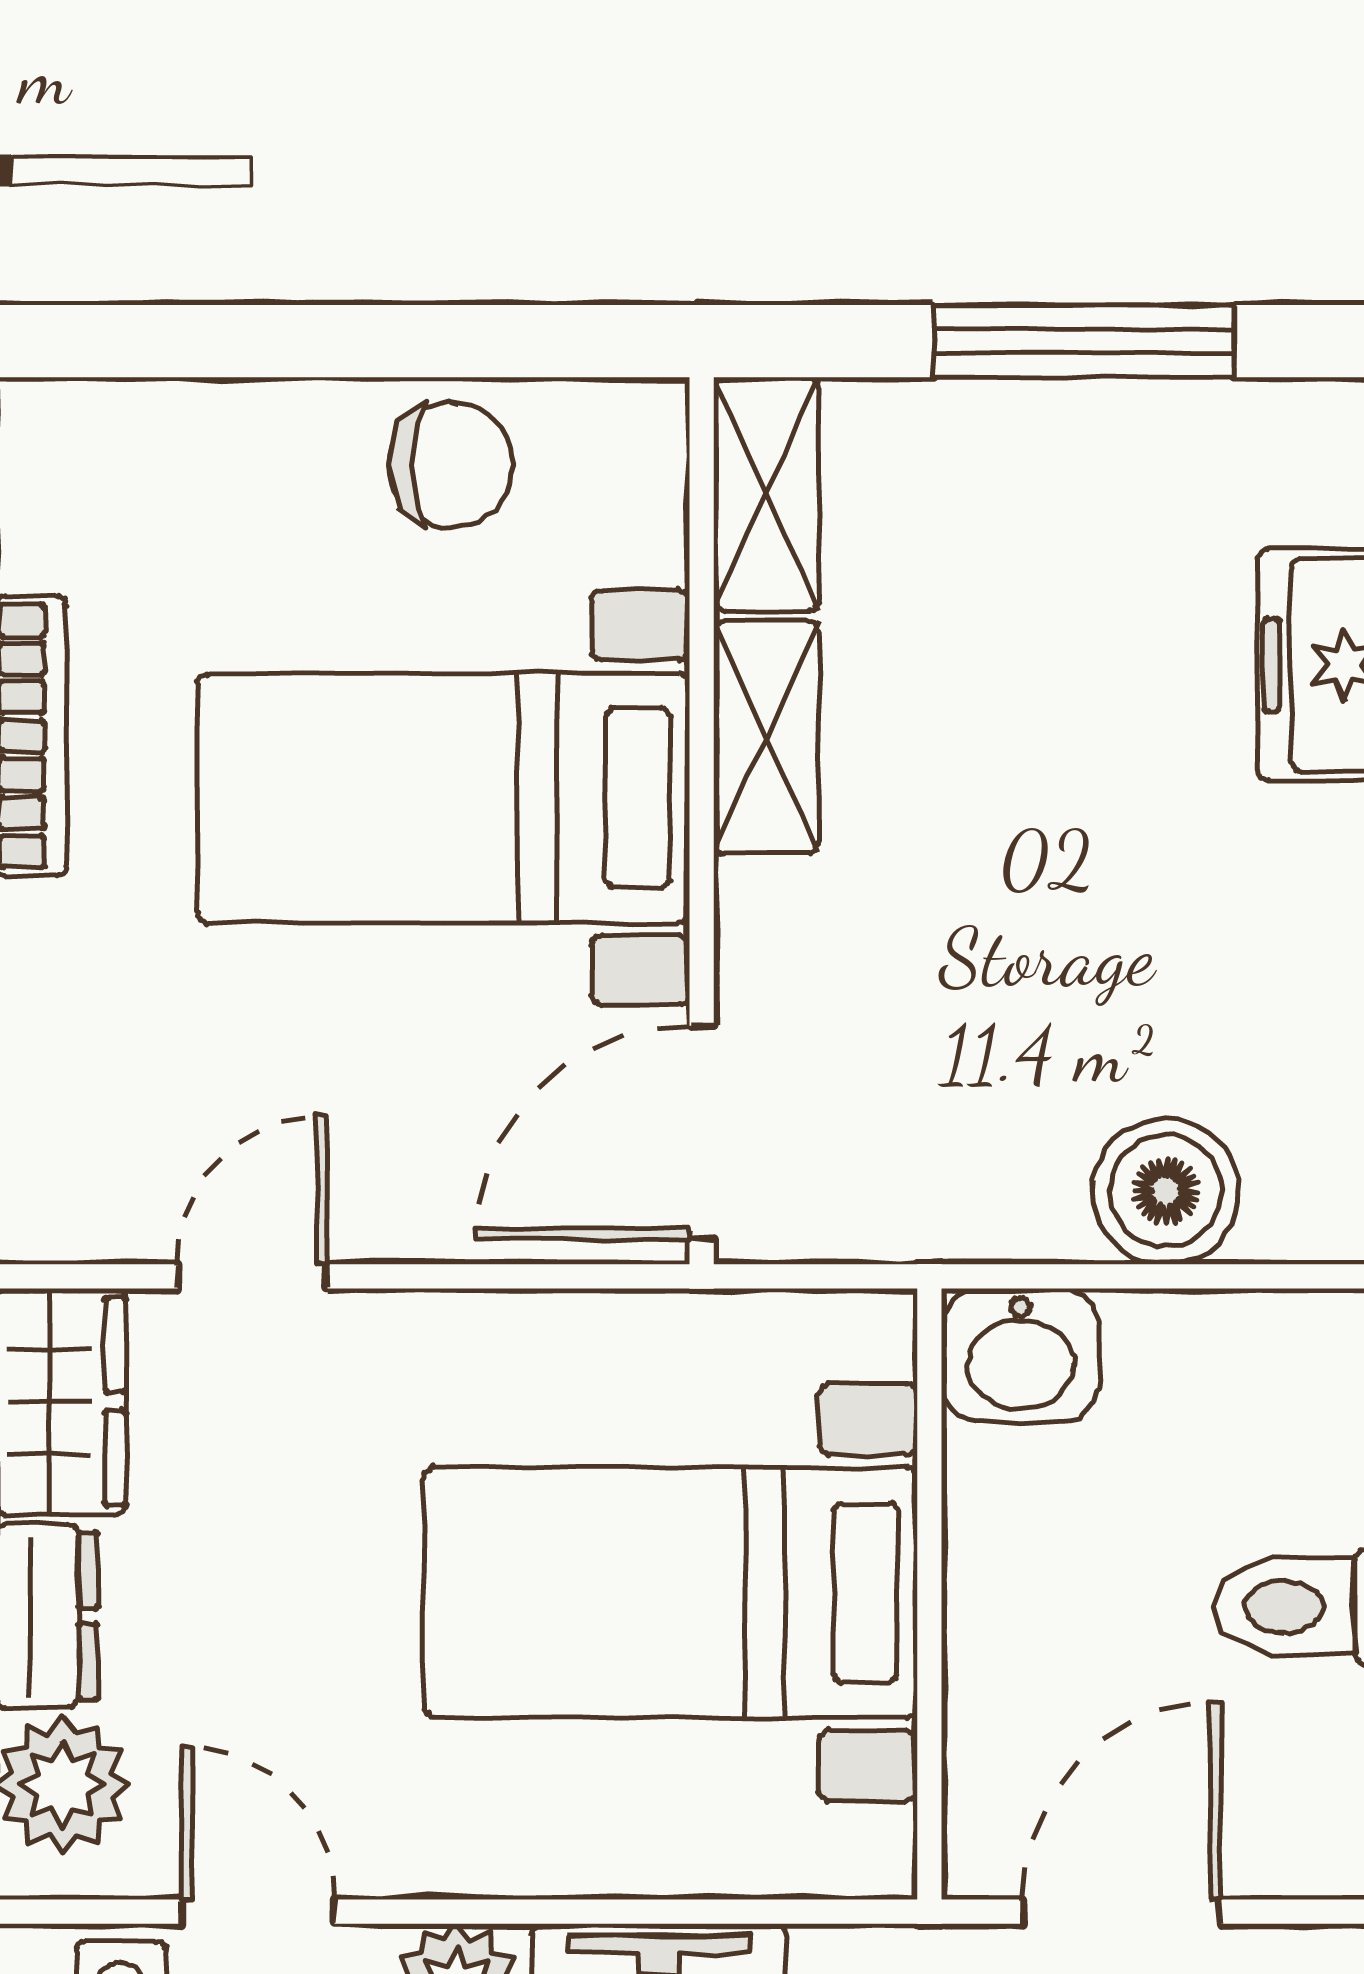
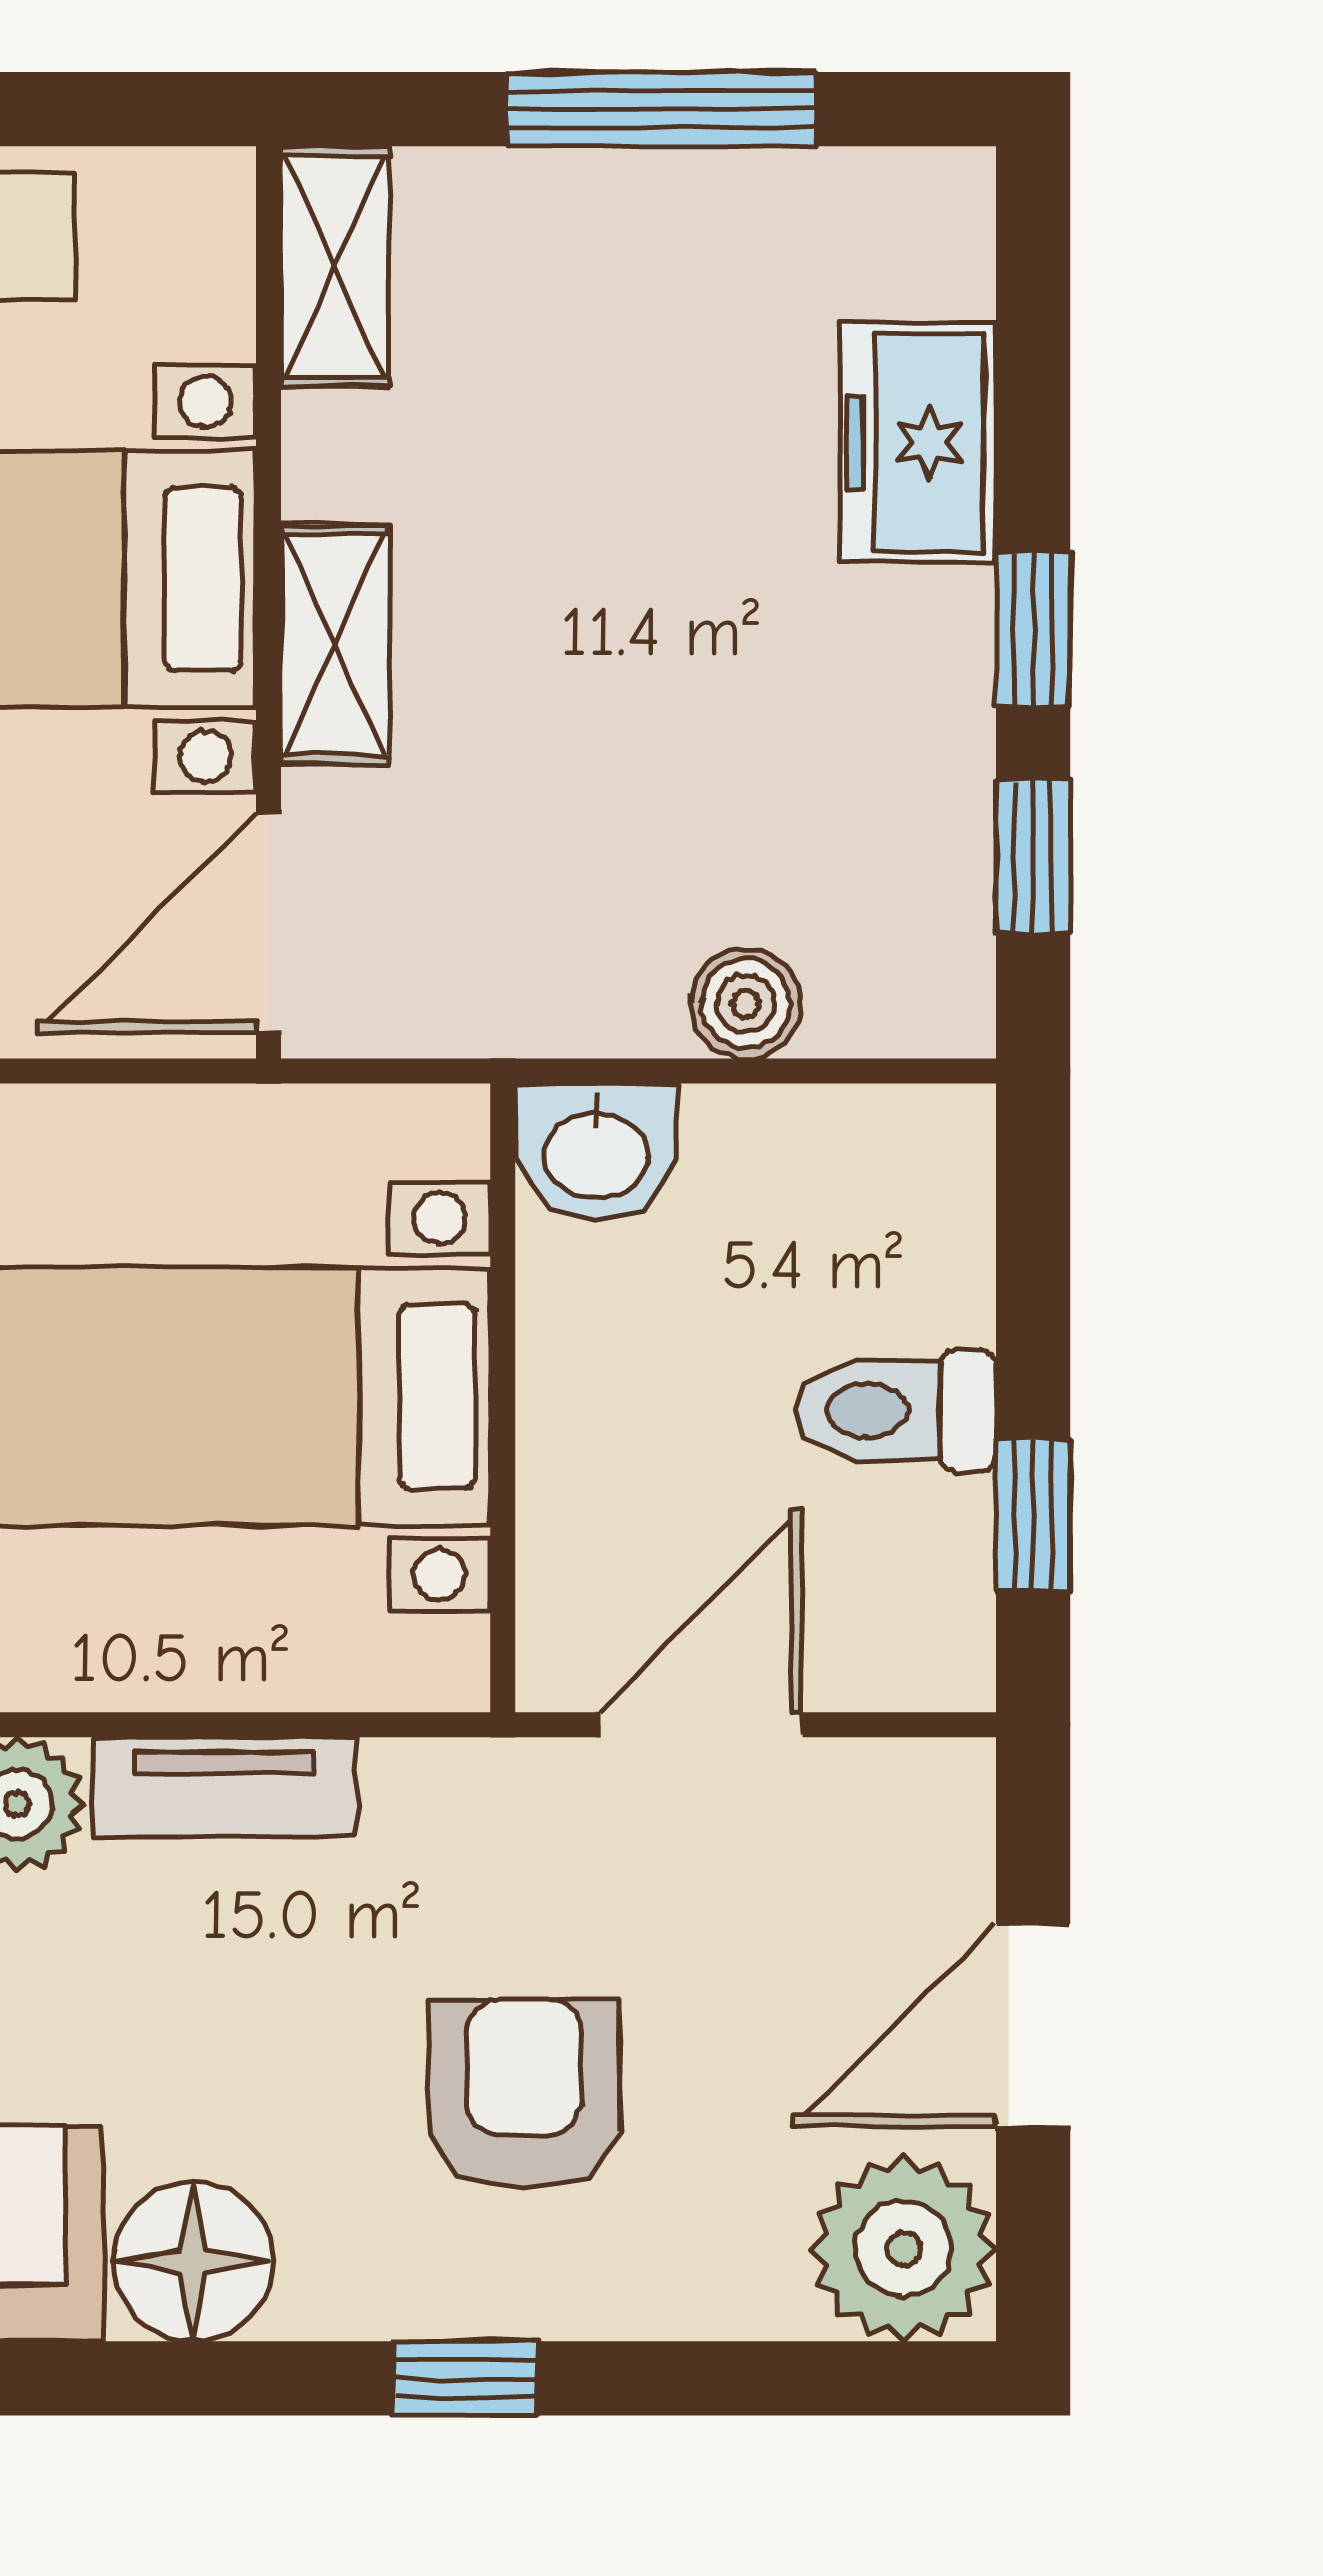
shelving: (766, 737) -> (335, 644), moved
boiler: (1166, 1191) -> (746, 1003), width x0.73, depth x0.73

